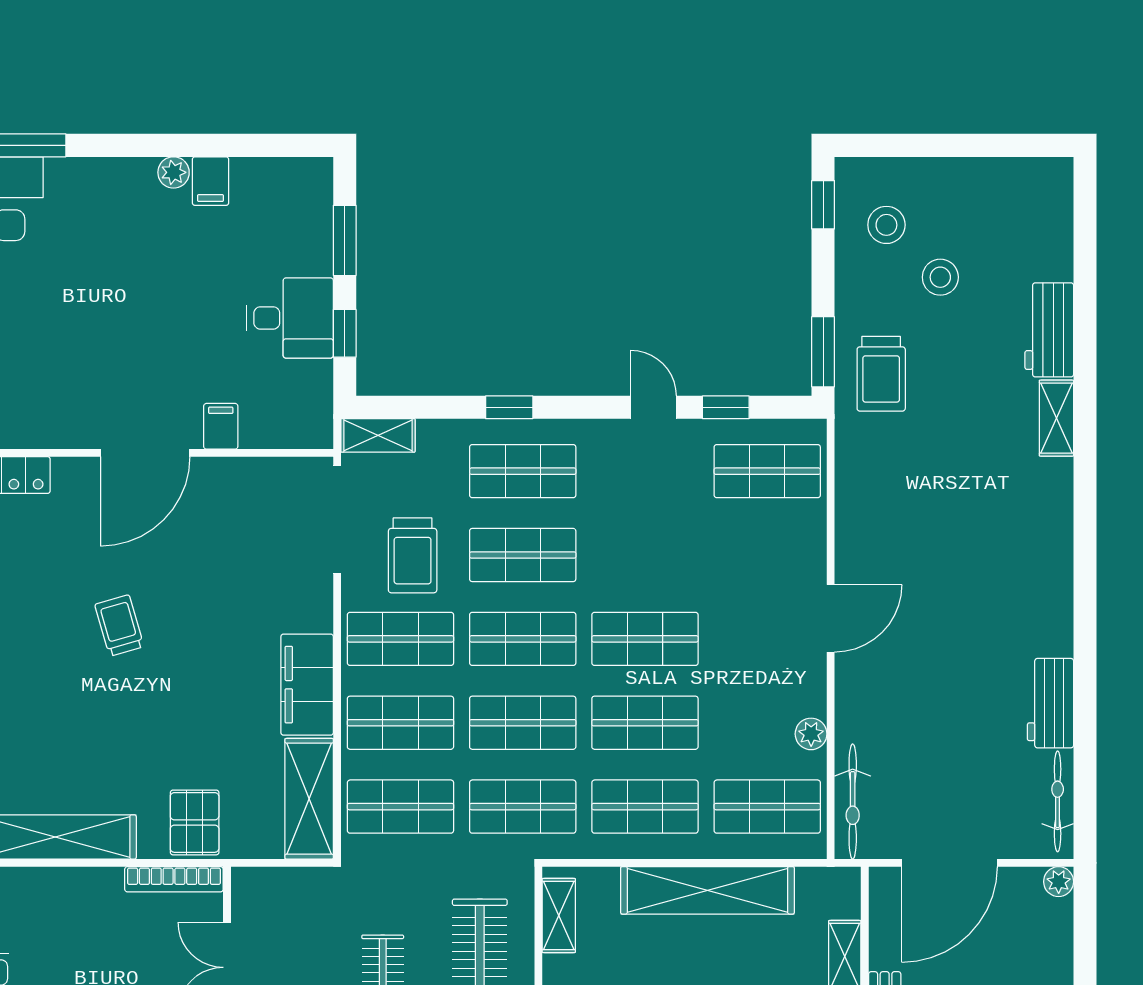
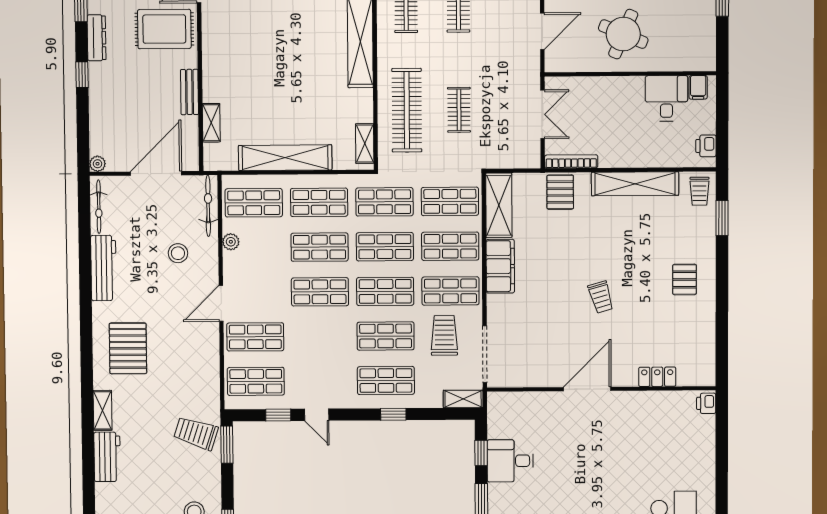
stool: (940, 277) -> (178, 253), moved
trolley: (881, 374) -> (196, 433), turned -72
filing cabinet: (221, 426) -> (547, 403), removed
pallet: (1007, 535) -> (128, 348), added
shop shelf: (767, 555) -> (255, 337), added
workbench: (1050, 703) -> (104, 268), width x1.37

